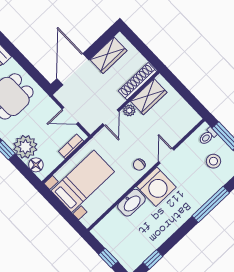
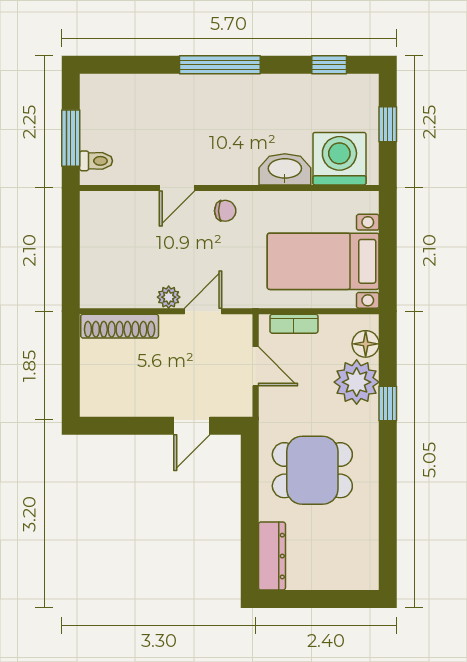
wardrobe: (108, 55) -> (126, 399), removed
door: (73, 69) -> (192, 426), width x0.53
wardrobe: (149, 97) -> (125, 291), removed
stool: (213, 161) -> (120, 120), removed
washing machine: (156, 187) -> (339, 159), moved
window: (211, 204) -> (220, 65), moved

